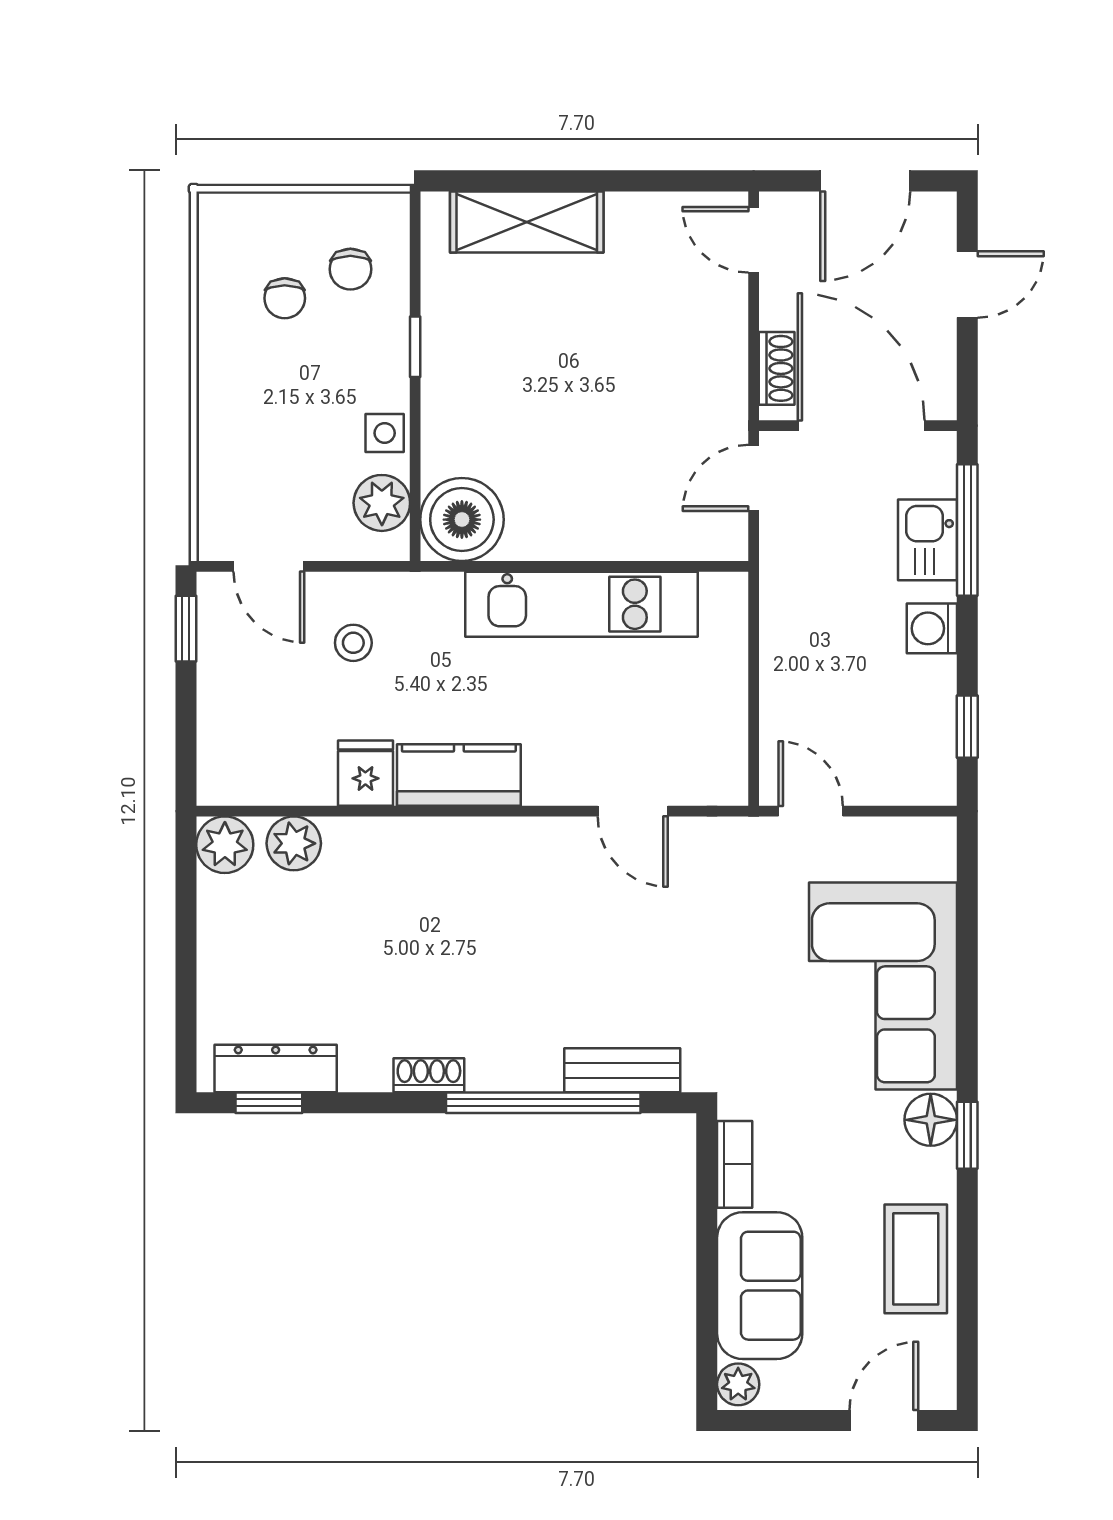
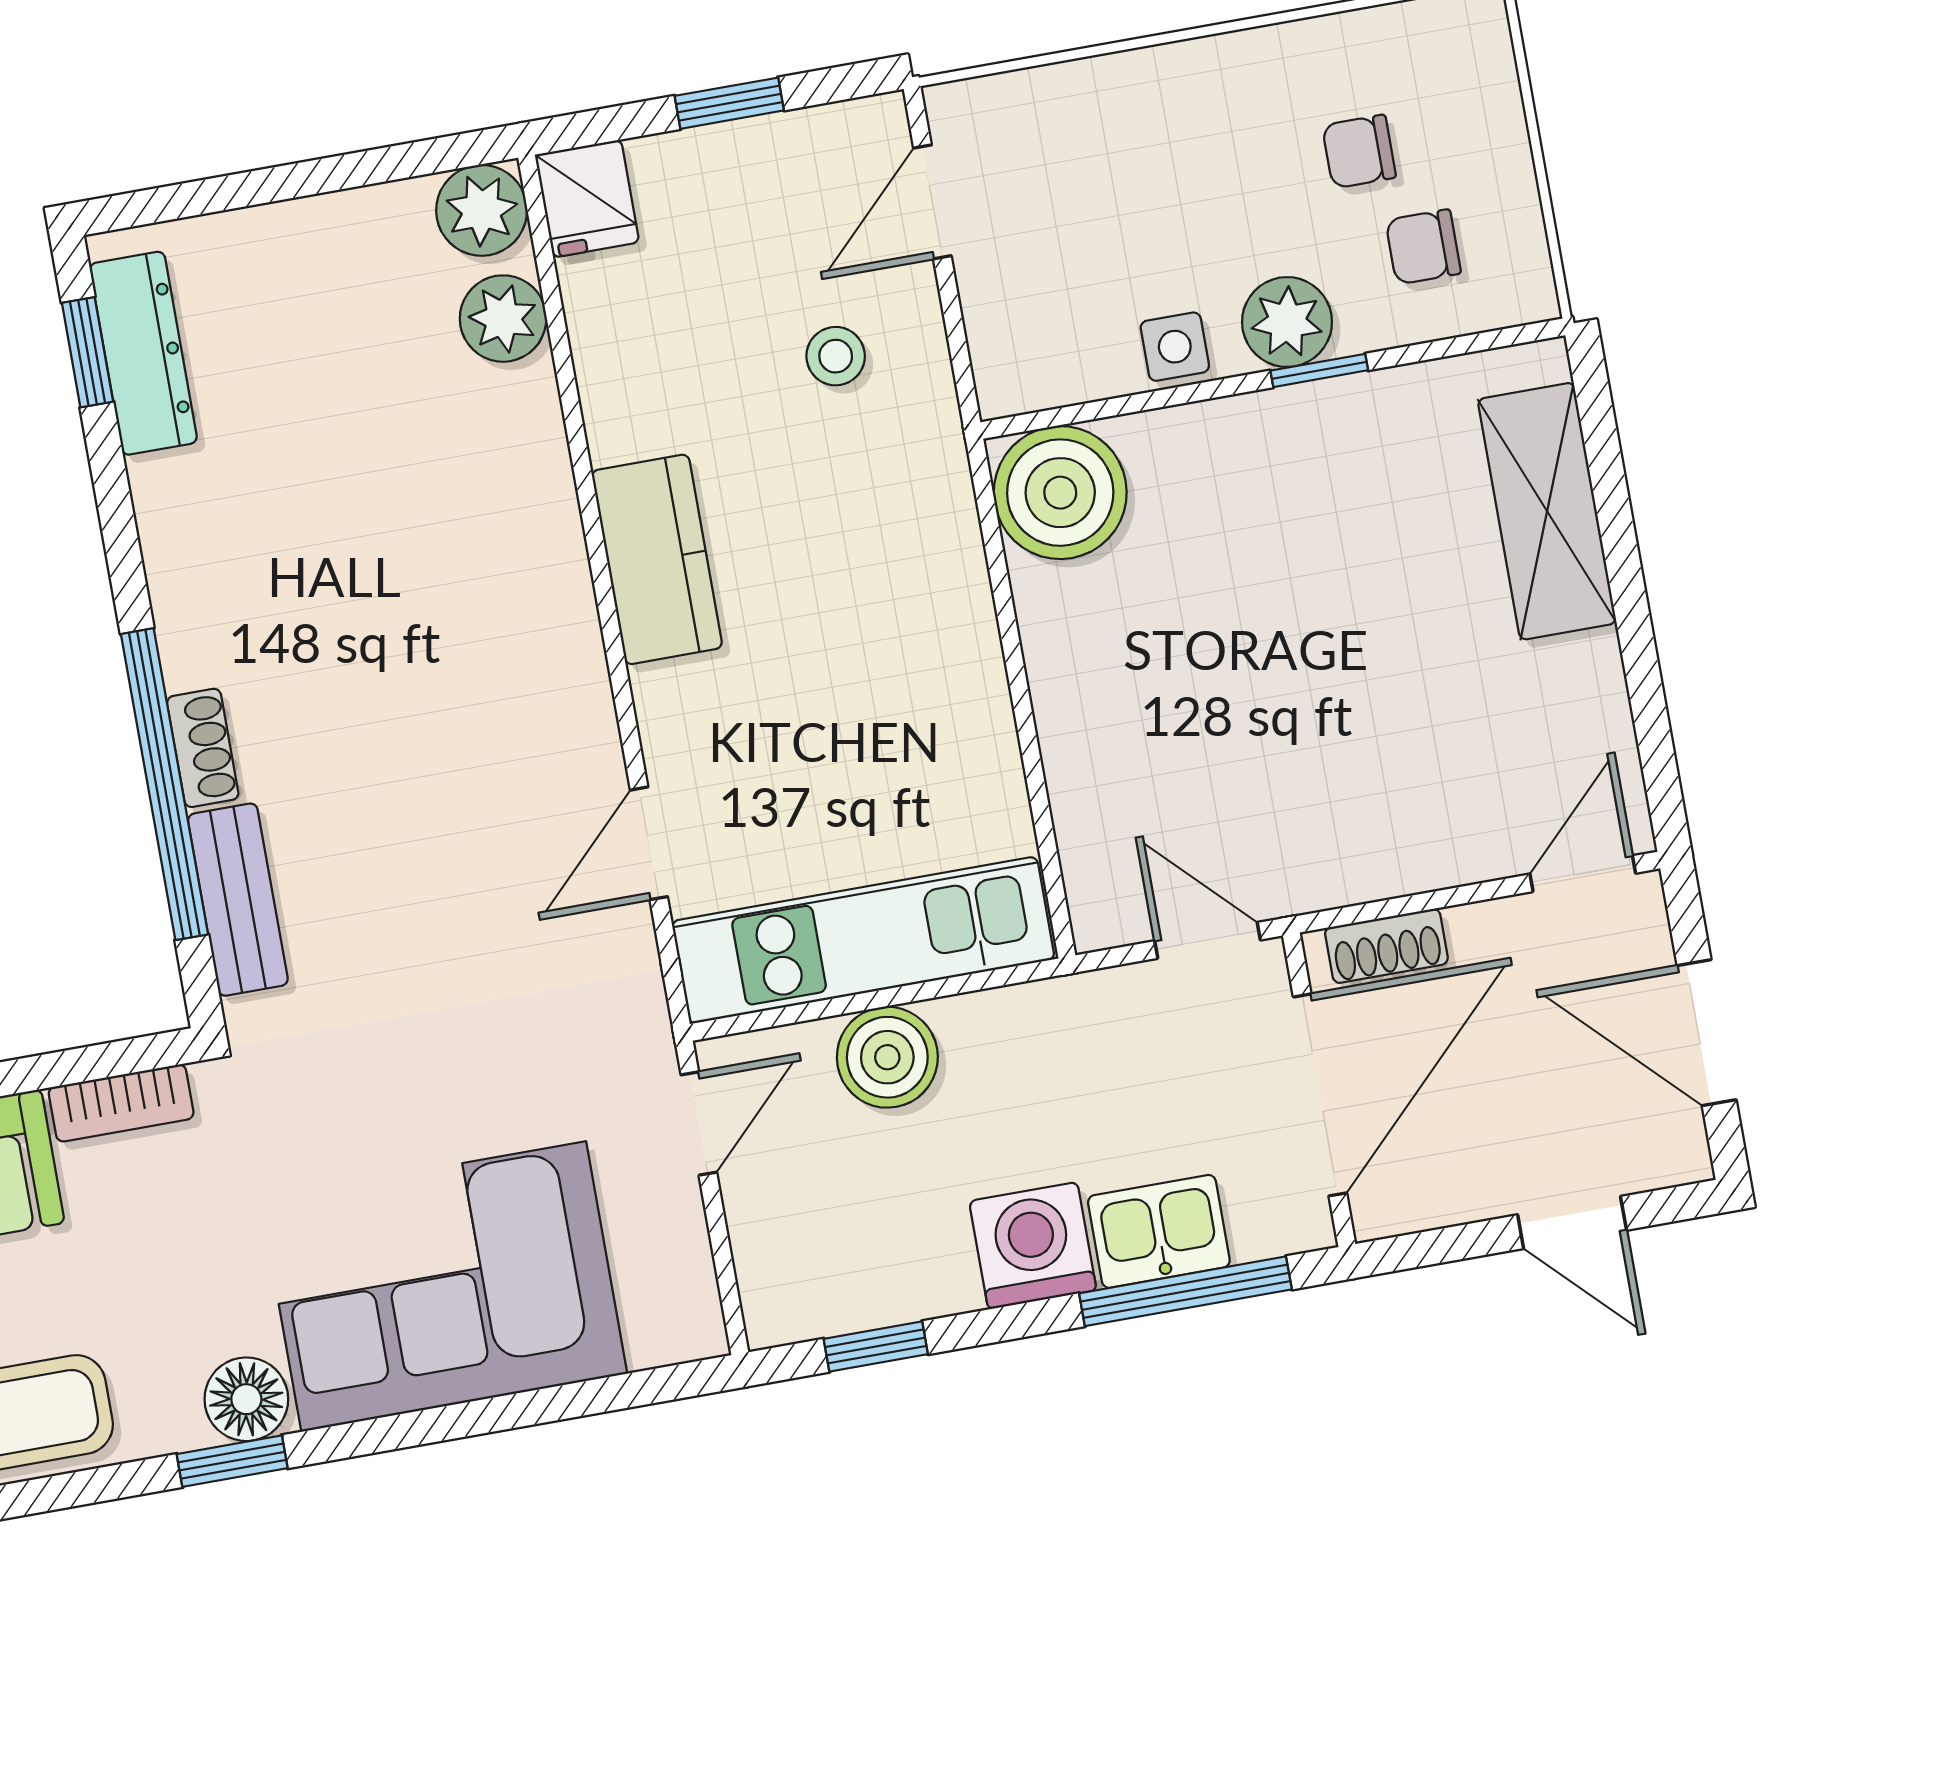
plant: (382, 503) -> (1287, 322), moved
kitchen unit: (581, 604) -> (863, 940), moved, turned 90
washing machine: (932, 628) -> (1033, 1246), width x1.38, depth x1.38
window: (186, 629) -> (729, 103), moved
boiler: (790, 688) -> (887, 1057), added
fridge: (365, 773) -> (587, 199), moved, turned 90
shoe rack: (429, 1075) -> (203, 748), moved

